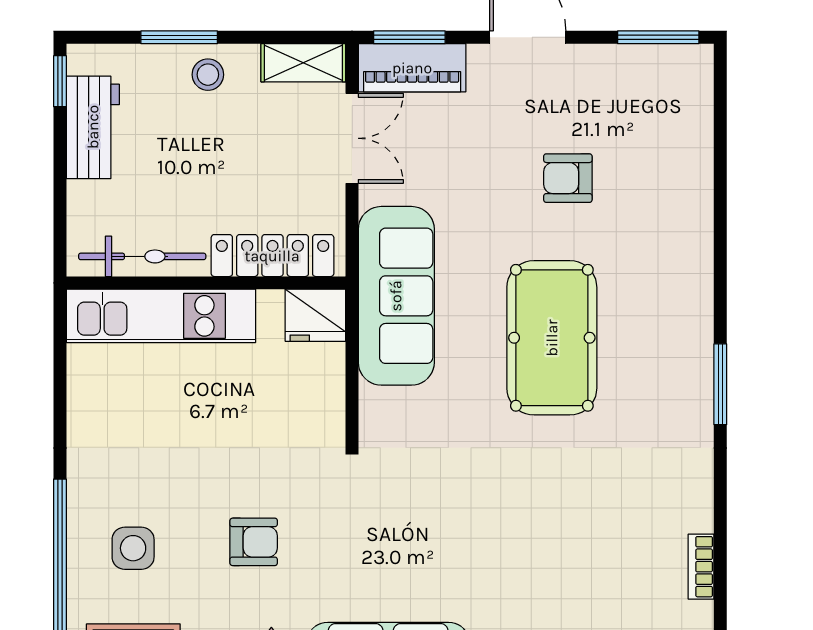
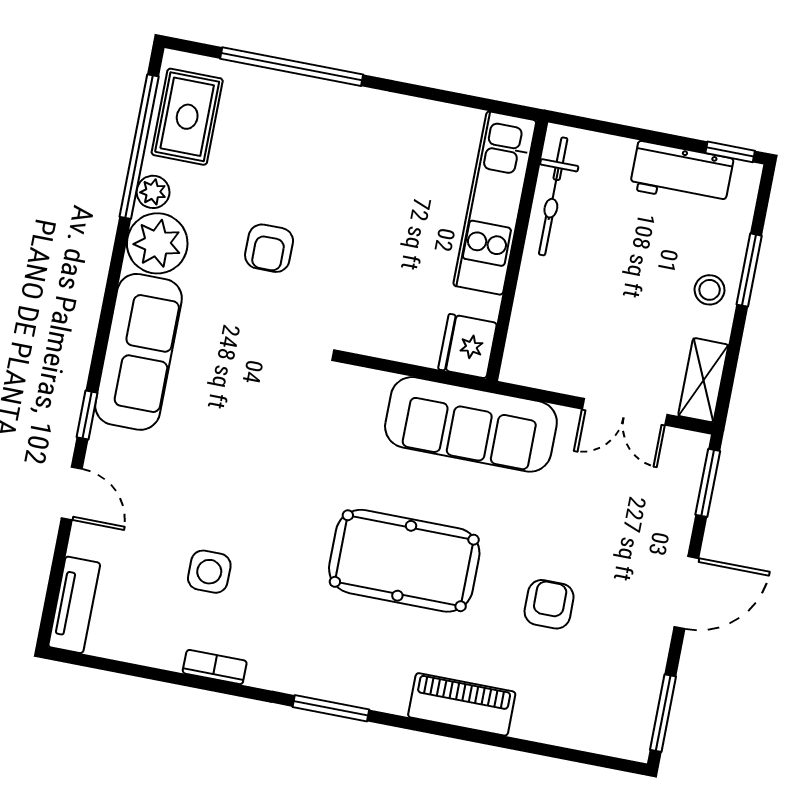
piano: (412, 68) -> (462, 704), moved, turned 90
locker: (272, 256) -> (530, 317), removed
side table: (133, 548) -> (209, 572), moved
bookcase: (701, 567) -> (215, 667), moved

